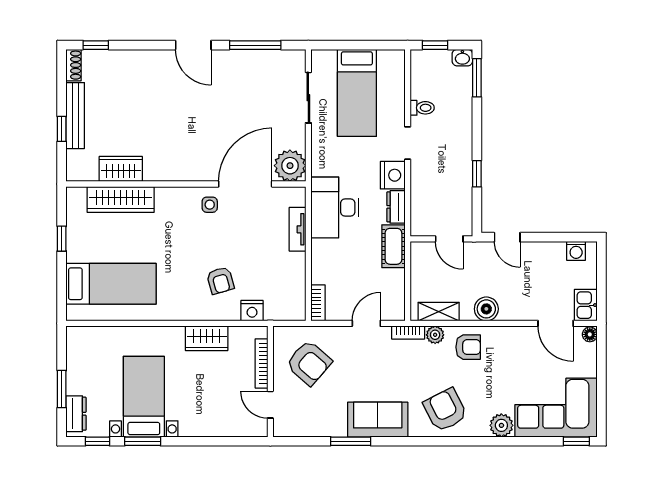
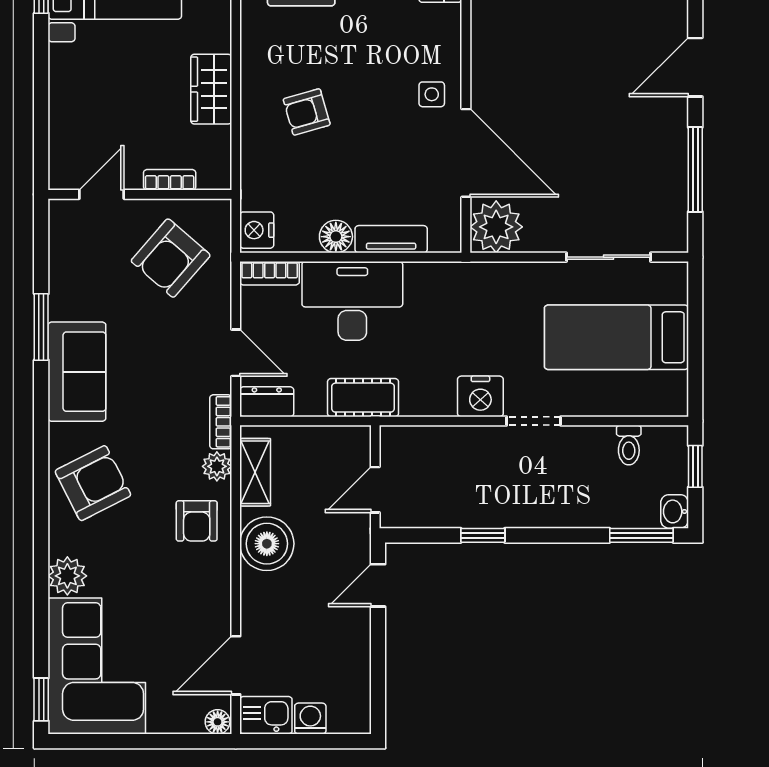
toilet: (422, 108) -> (629, 445), moved
dresser: (396, 207) -> (267, 402), moved
desk: (335, 208) -> (352, 301), moved
washing machine: (576, 251) -> (310, 719), moved, turned 90
floor lamp: (296, 263) -> (336, 237), added
boiler: (486, 309) -> (267, 544), width x1.37, depth x1.37
nightstand: (252, 311) -> (257, 230), moved
bookcase: (261, 363) -> (170, 180), width x0.64

